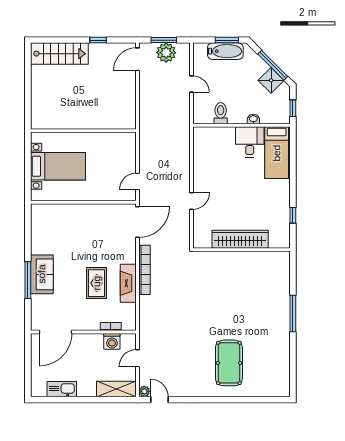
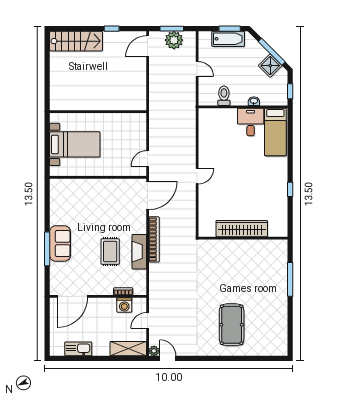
wardrobe: (240, 239) -> (242, 229), moved
wall: (242, 250) -> (243, 238), moved

